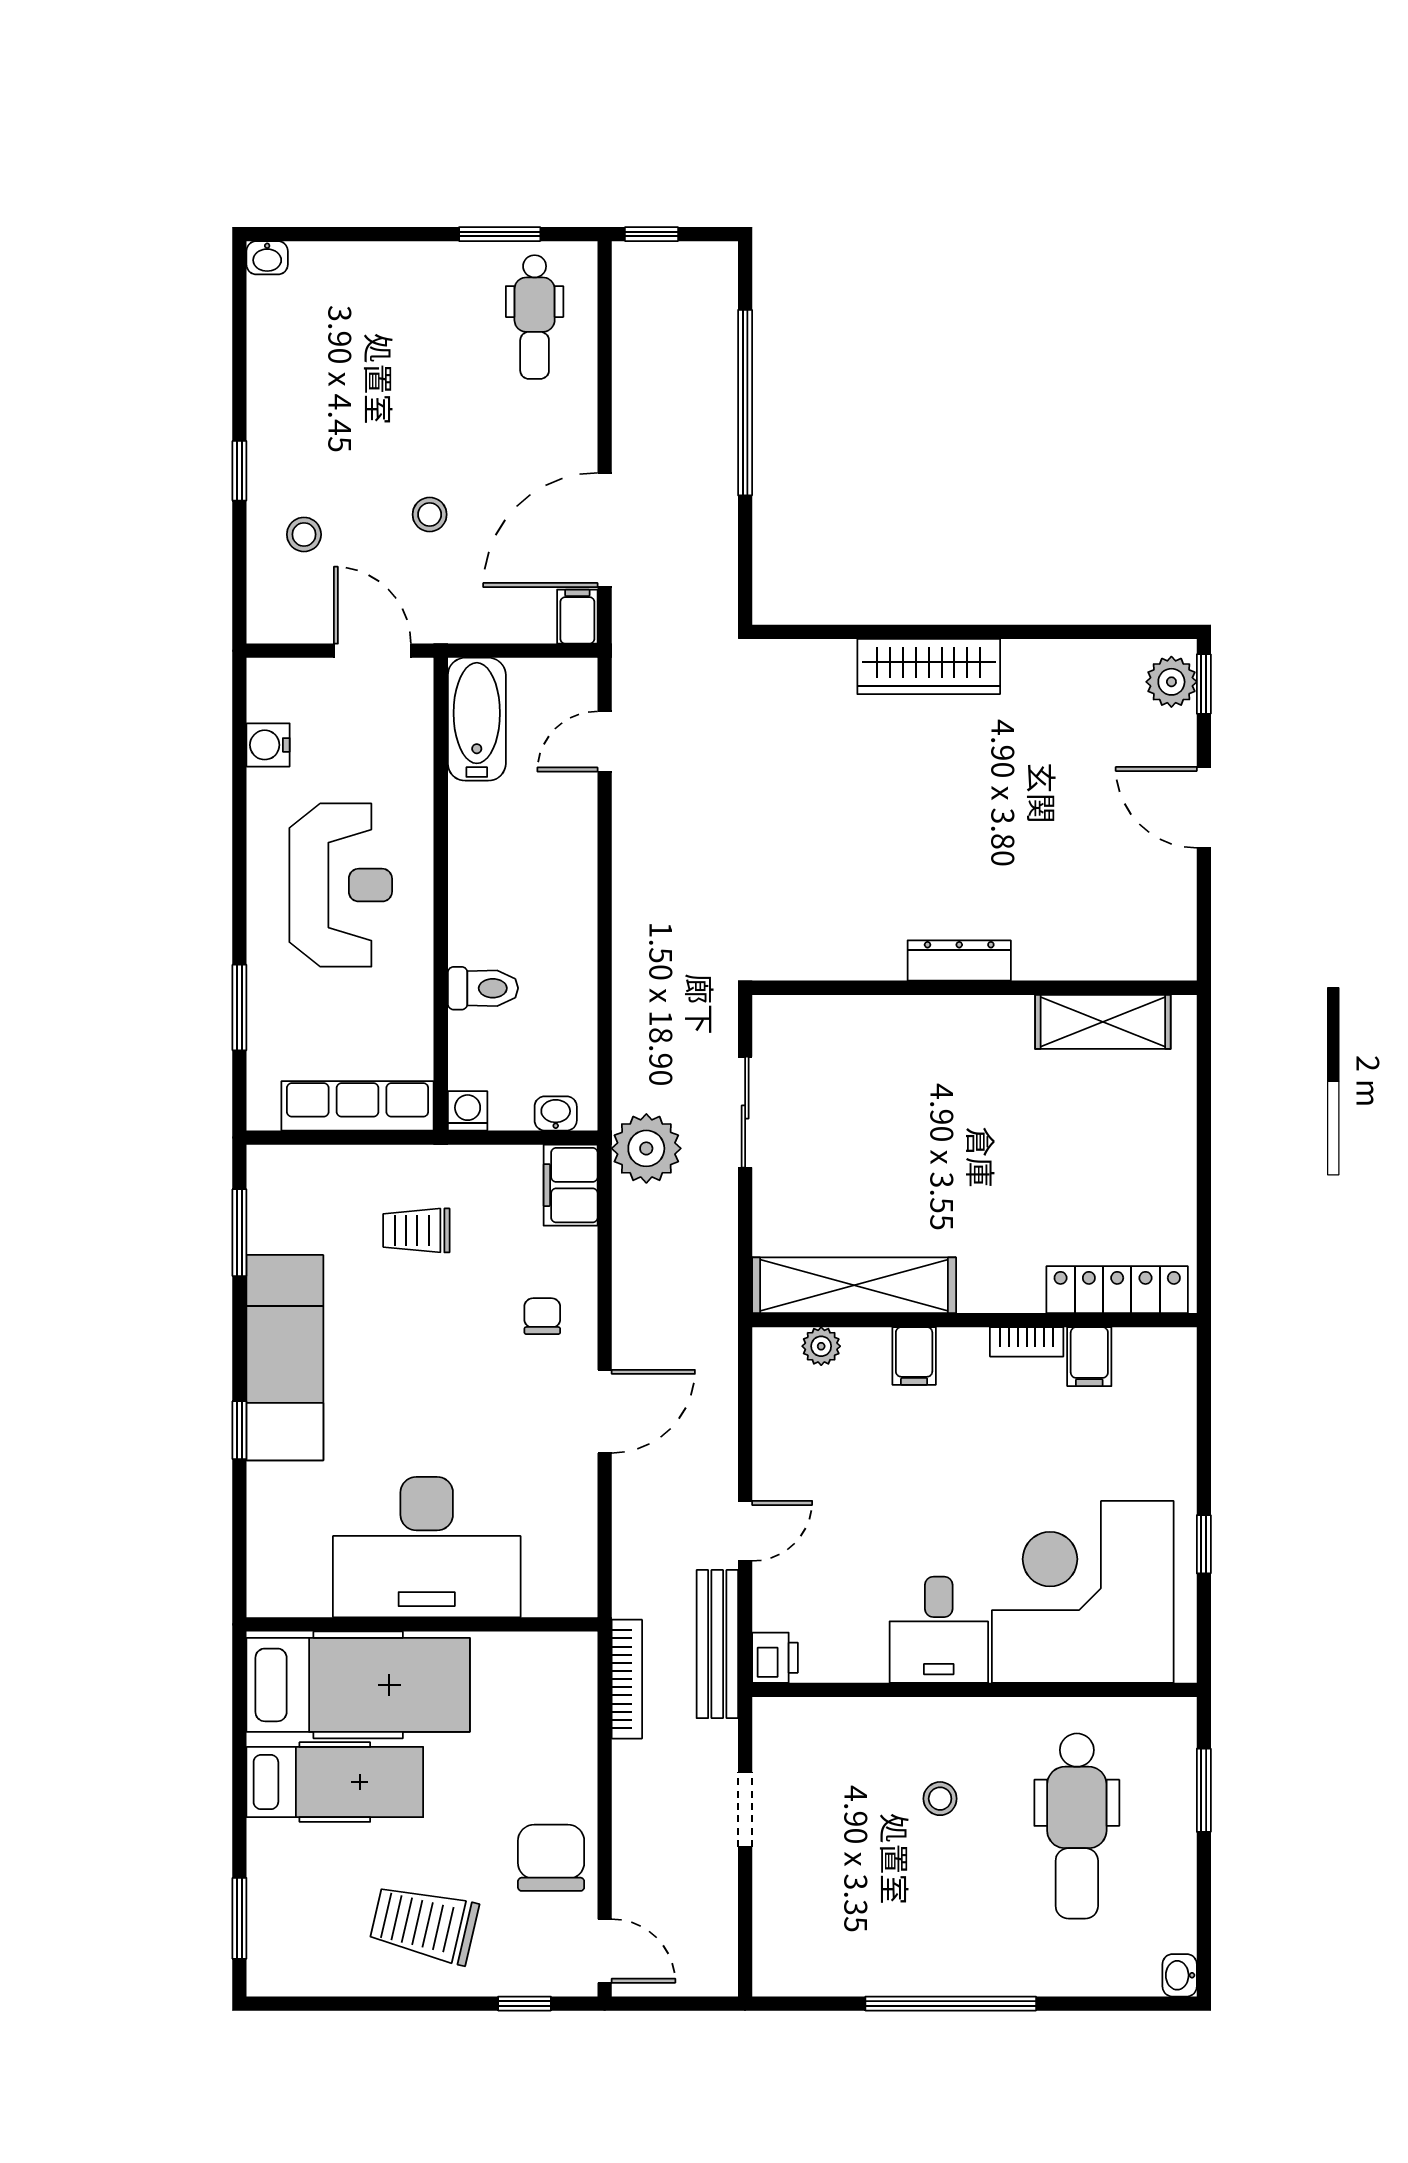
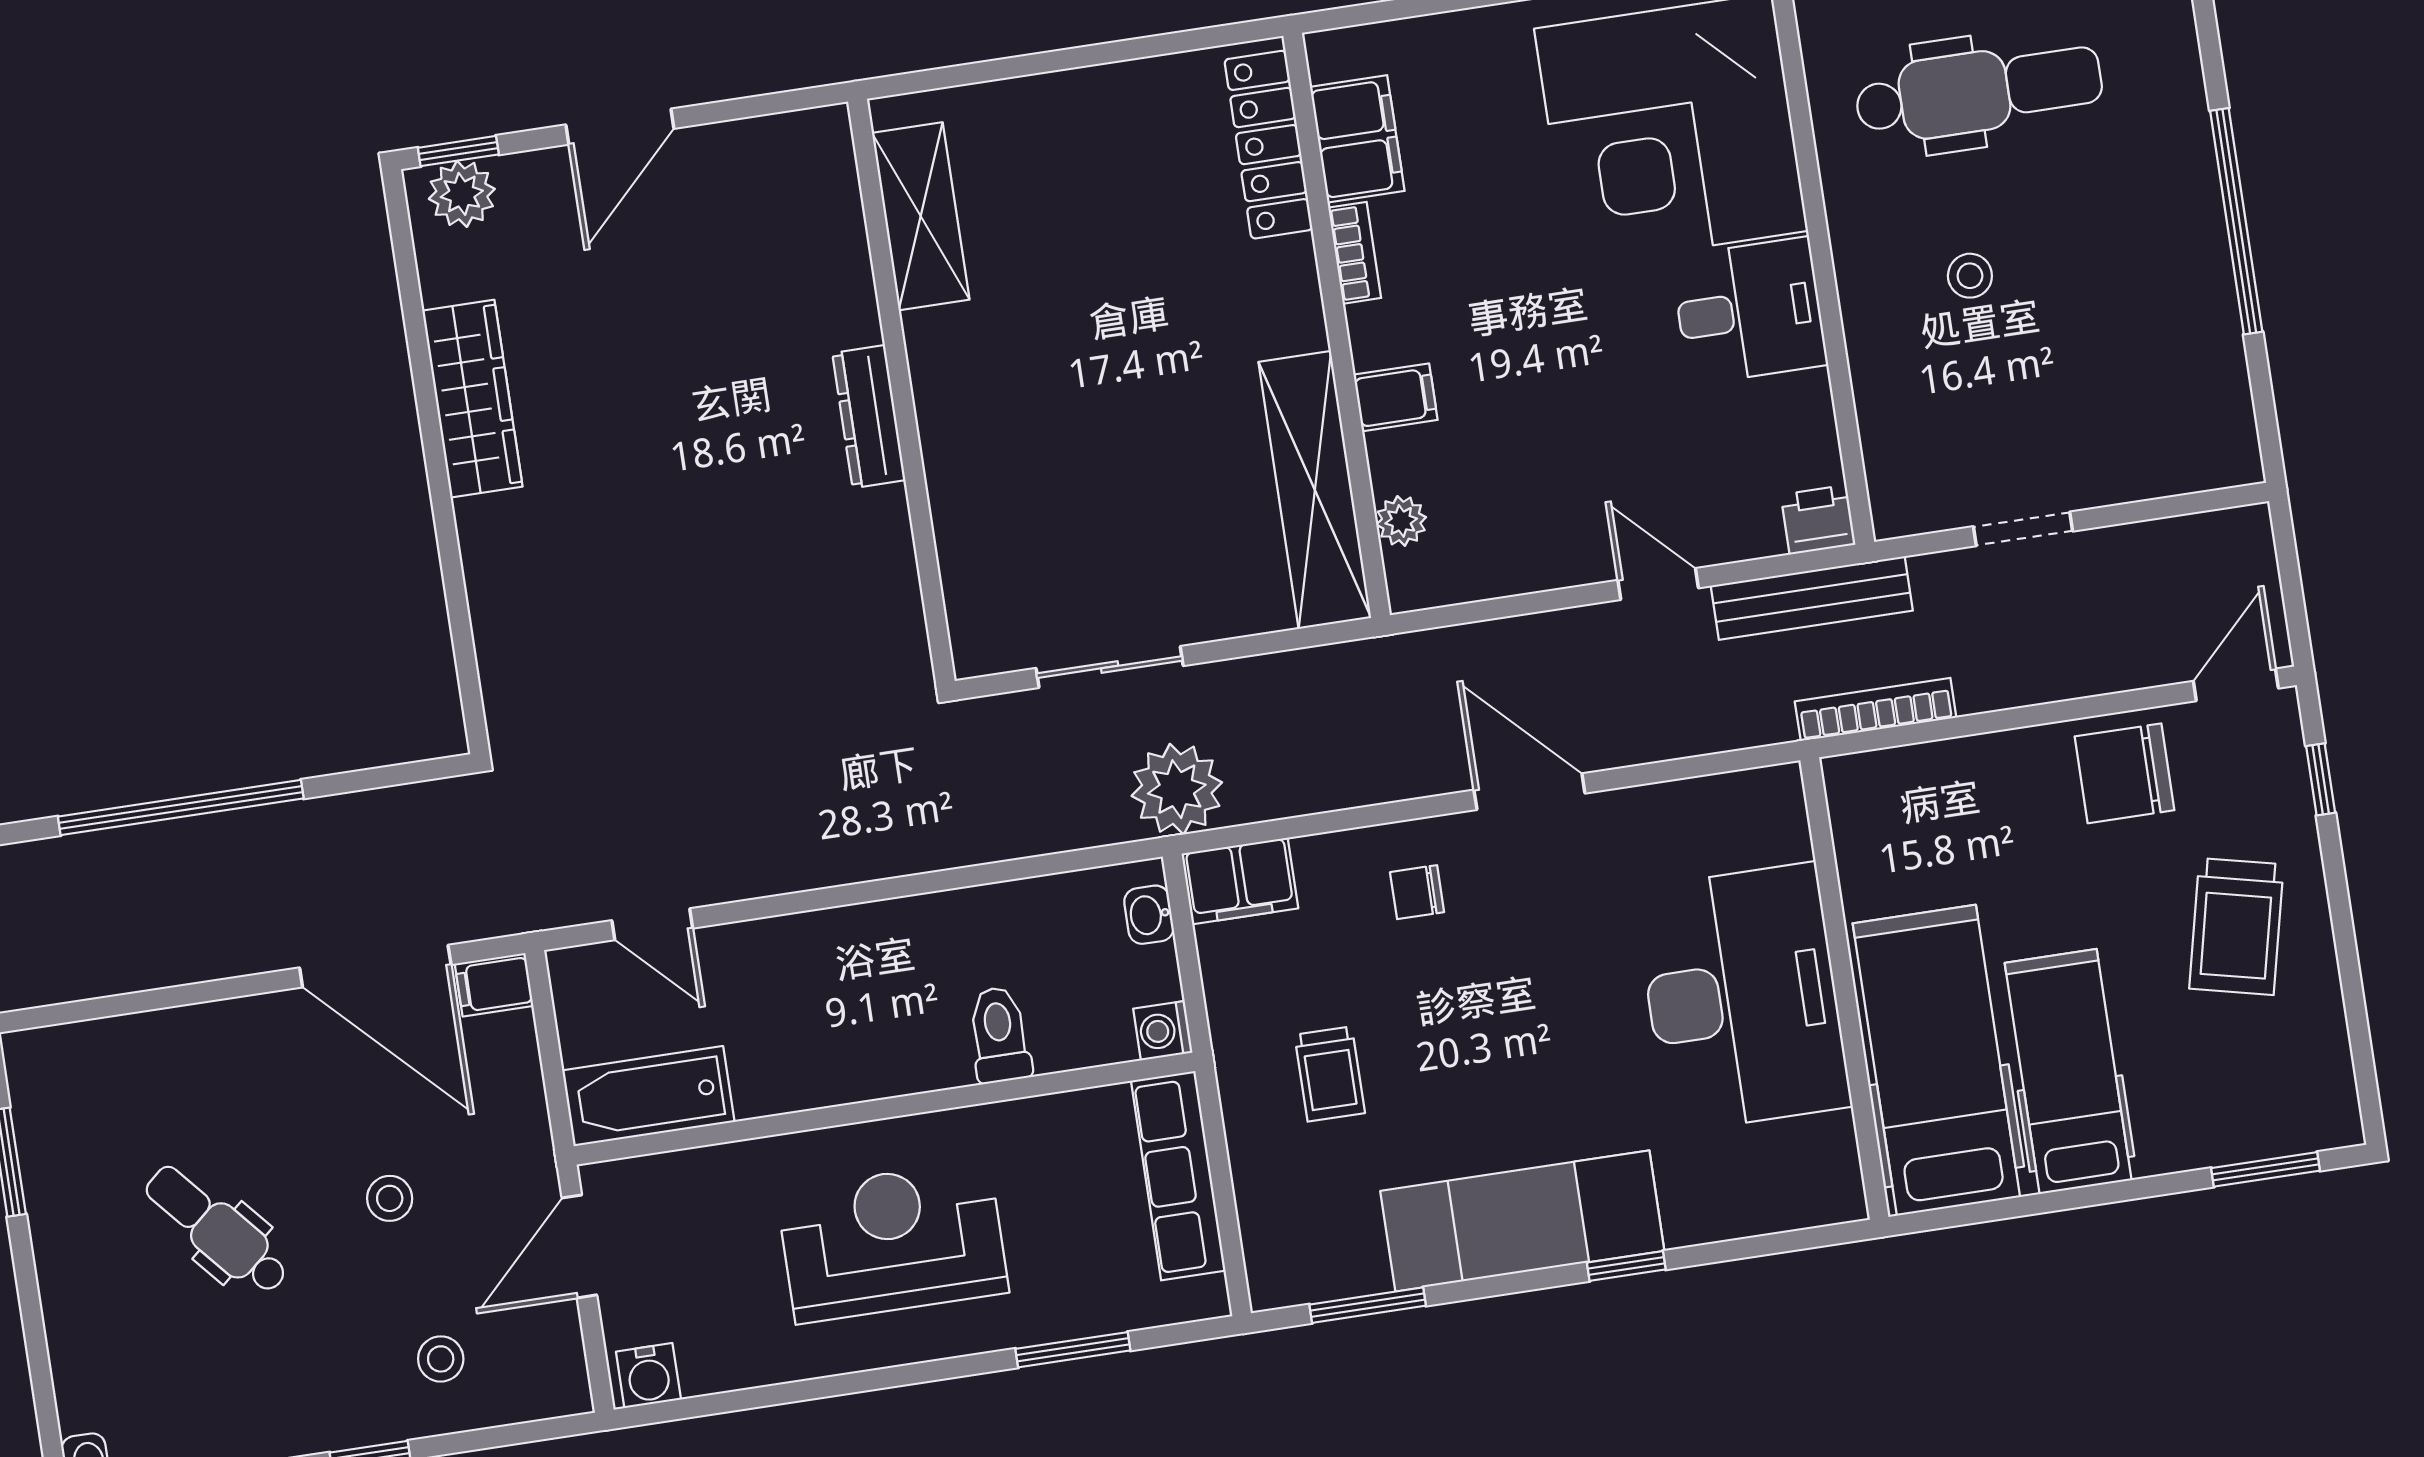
dental chair: (535, 317) -> (217, 1230), moved, turned -131
wardrobe: (929, 667) -> (472, 399), moved
water cooler: (268, 745) -> (648, 1376), moved
filing cabinet: (1089, 1357) -> (1357, 139), width x2.00

